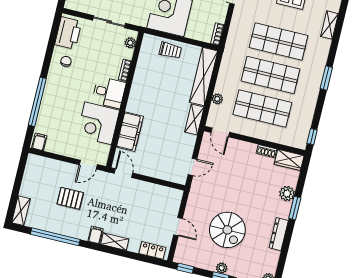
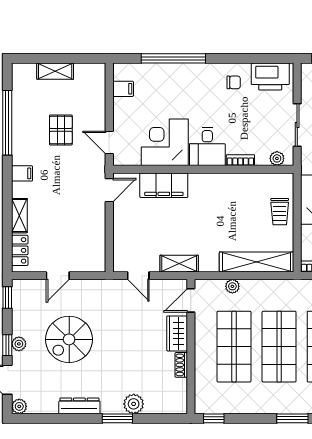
shelving: (194, 120) -> (179, 264), moved
filing cabinet: (39, 142) -> (123, 89), moved
wardrobe: (289, 160) -> (177, 333), moved
shelving: (21, 211) -> (55, 71), moved
shelving: (115, 242) -> (19, 216), moved

